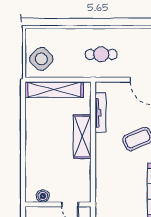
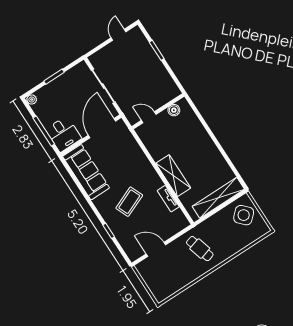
cafe table: (101, 54) -> (200, 249), turned 74
tv unit: (100, 113) -> (168, 199), width x0.71

